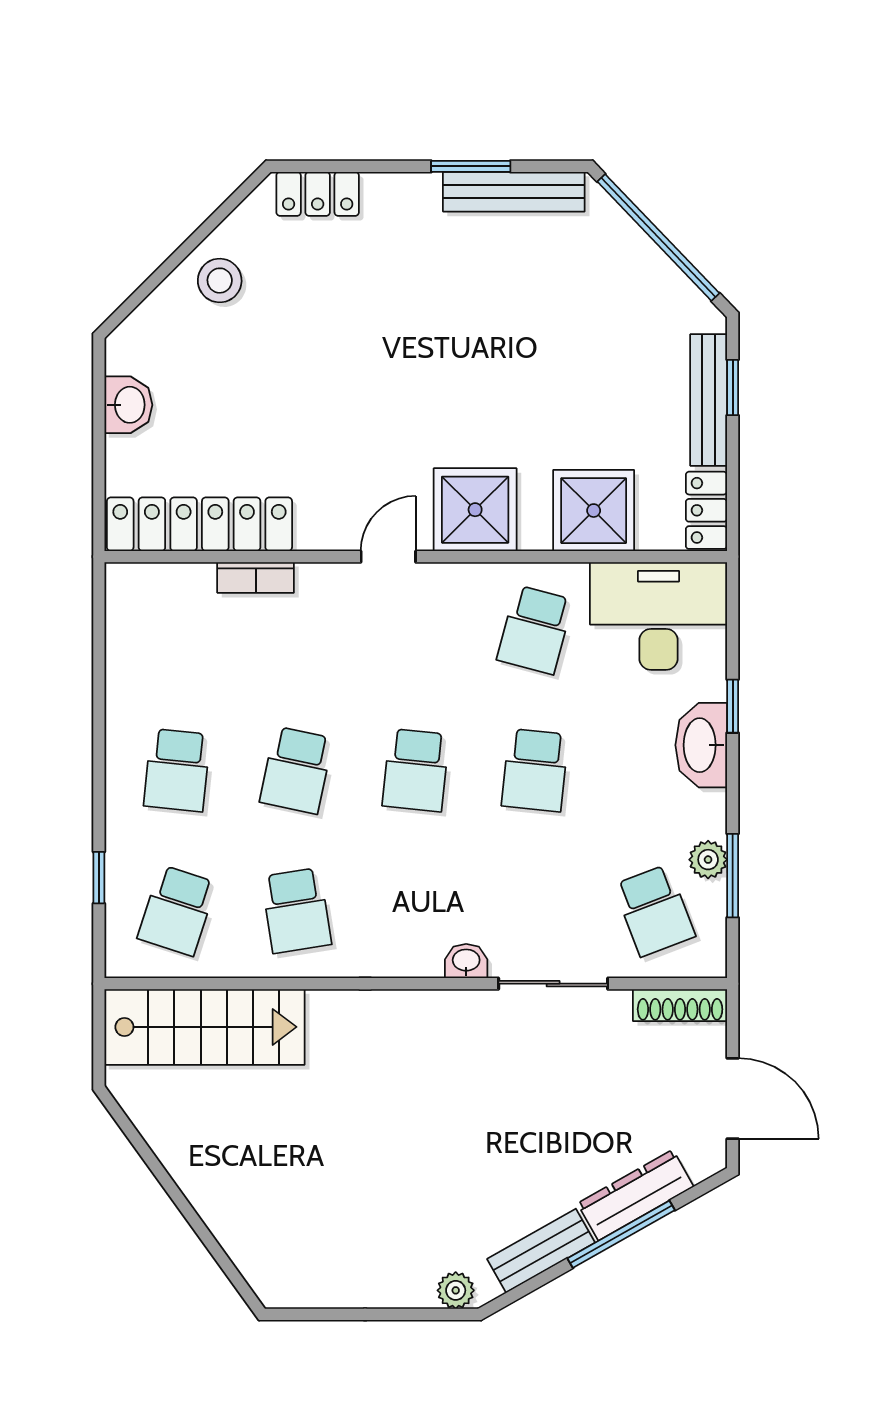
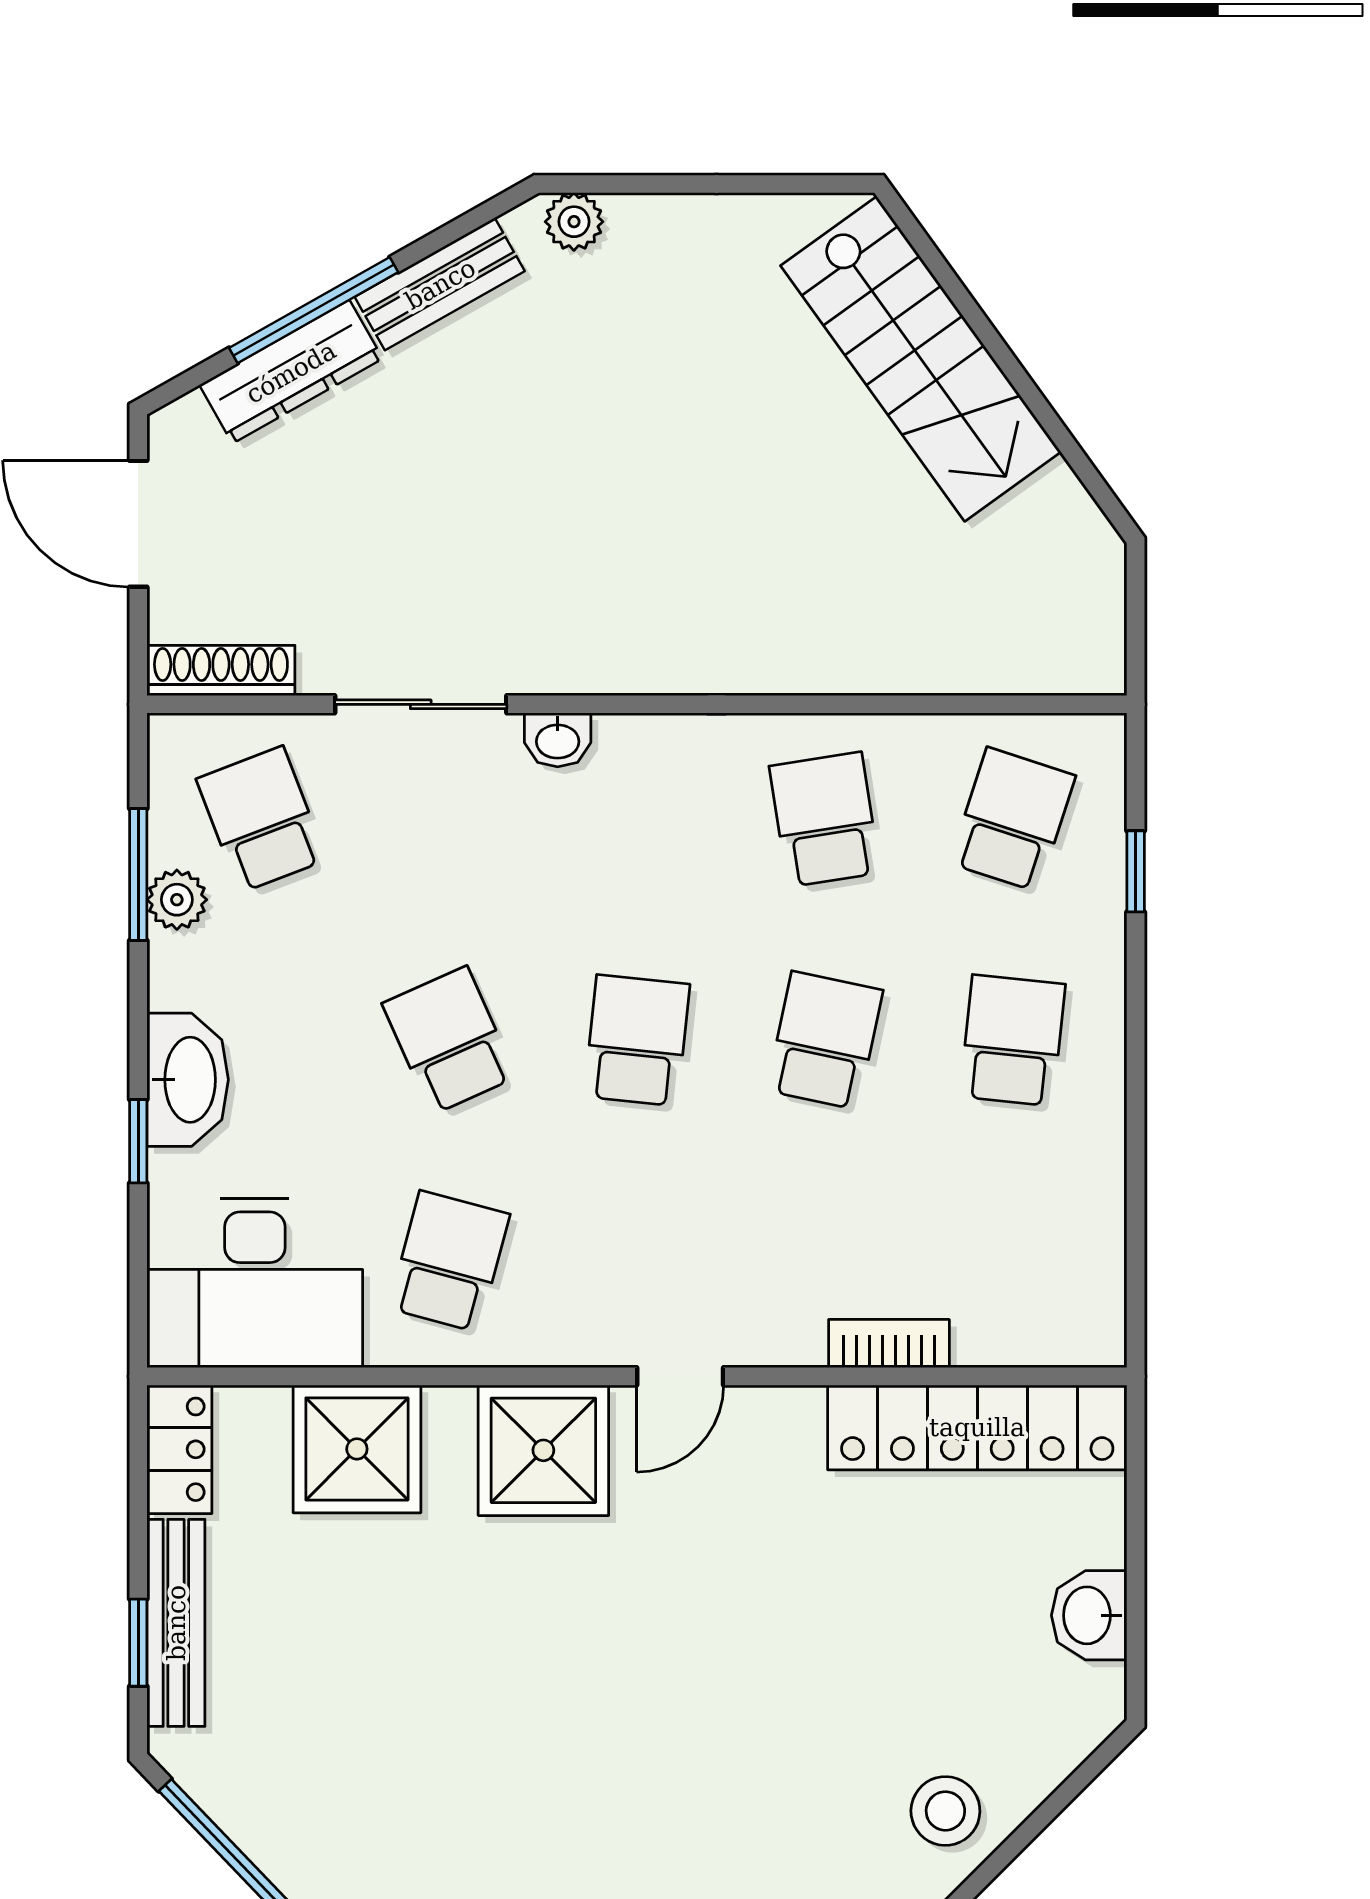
school desk: (535, 770) -> (449, 1040), turned -30
stairs: (205, 1027) -> (921, 359), moved, turned -126

